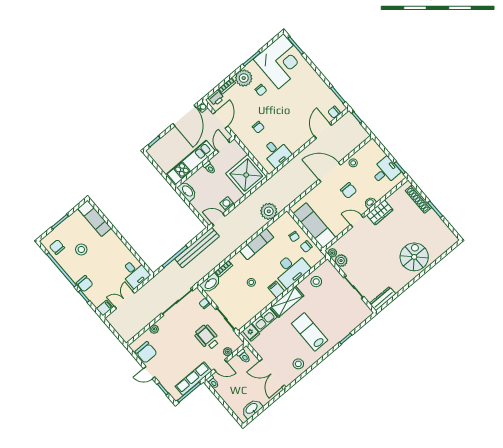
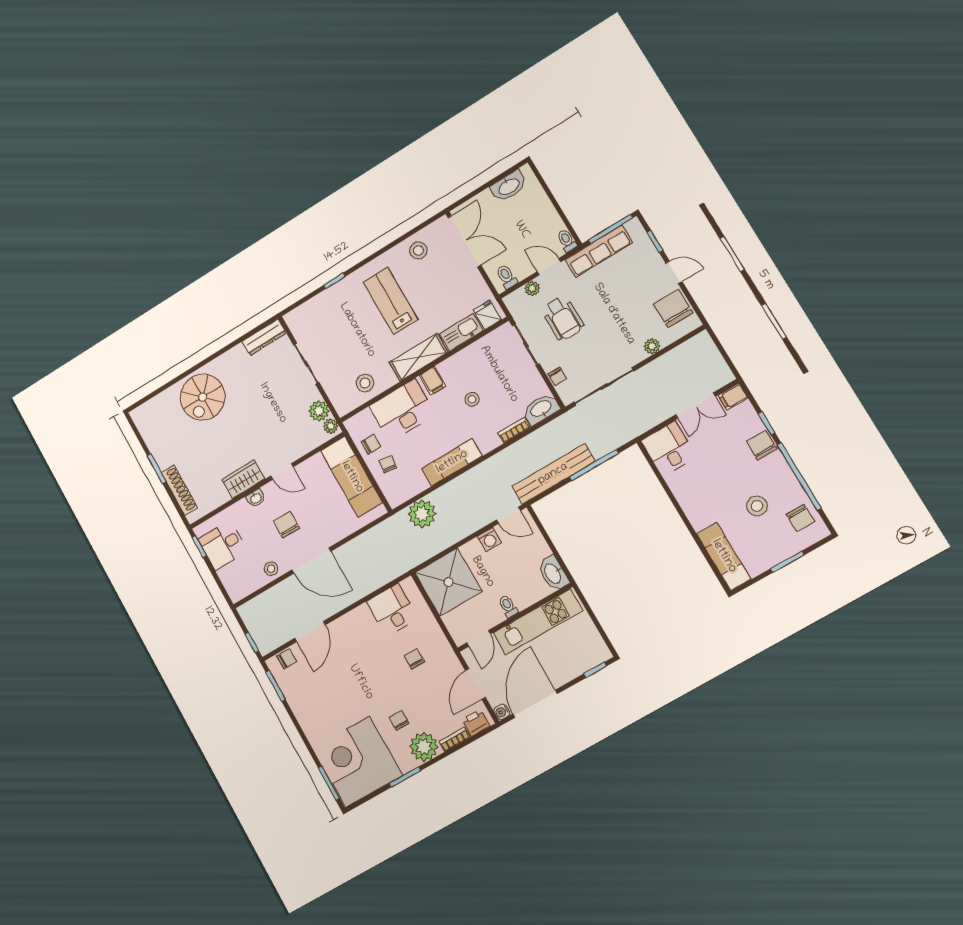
lab bench: (310, 332) -> (391, 301), turned 180

